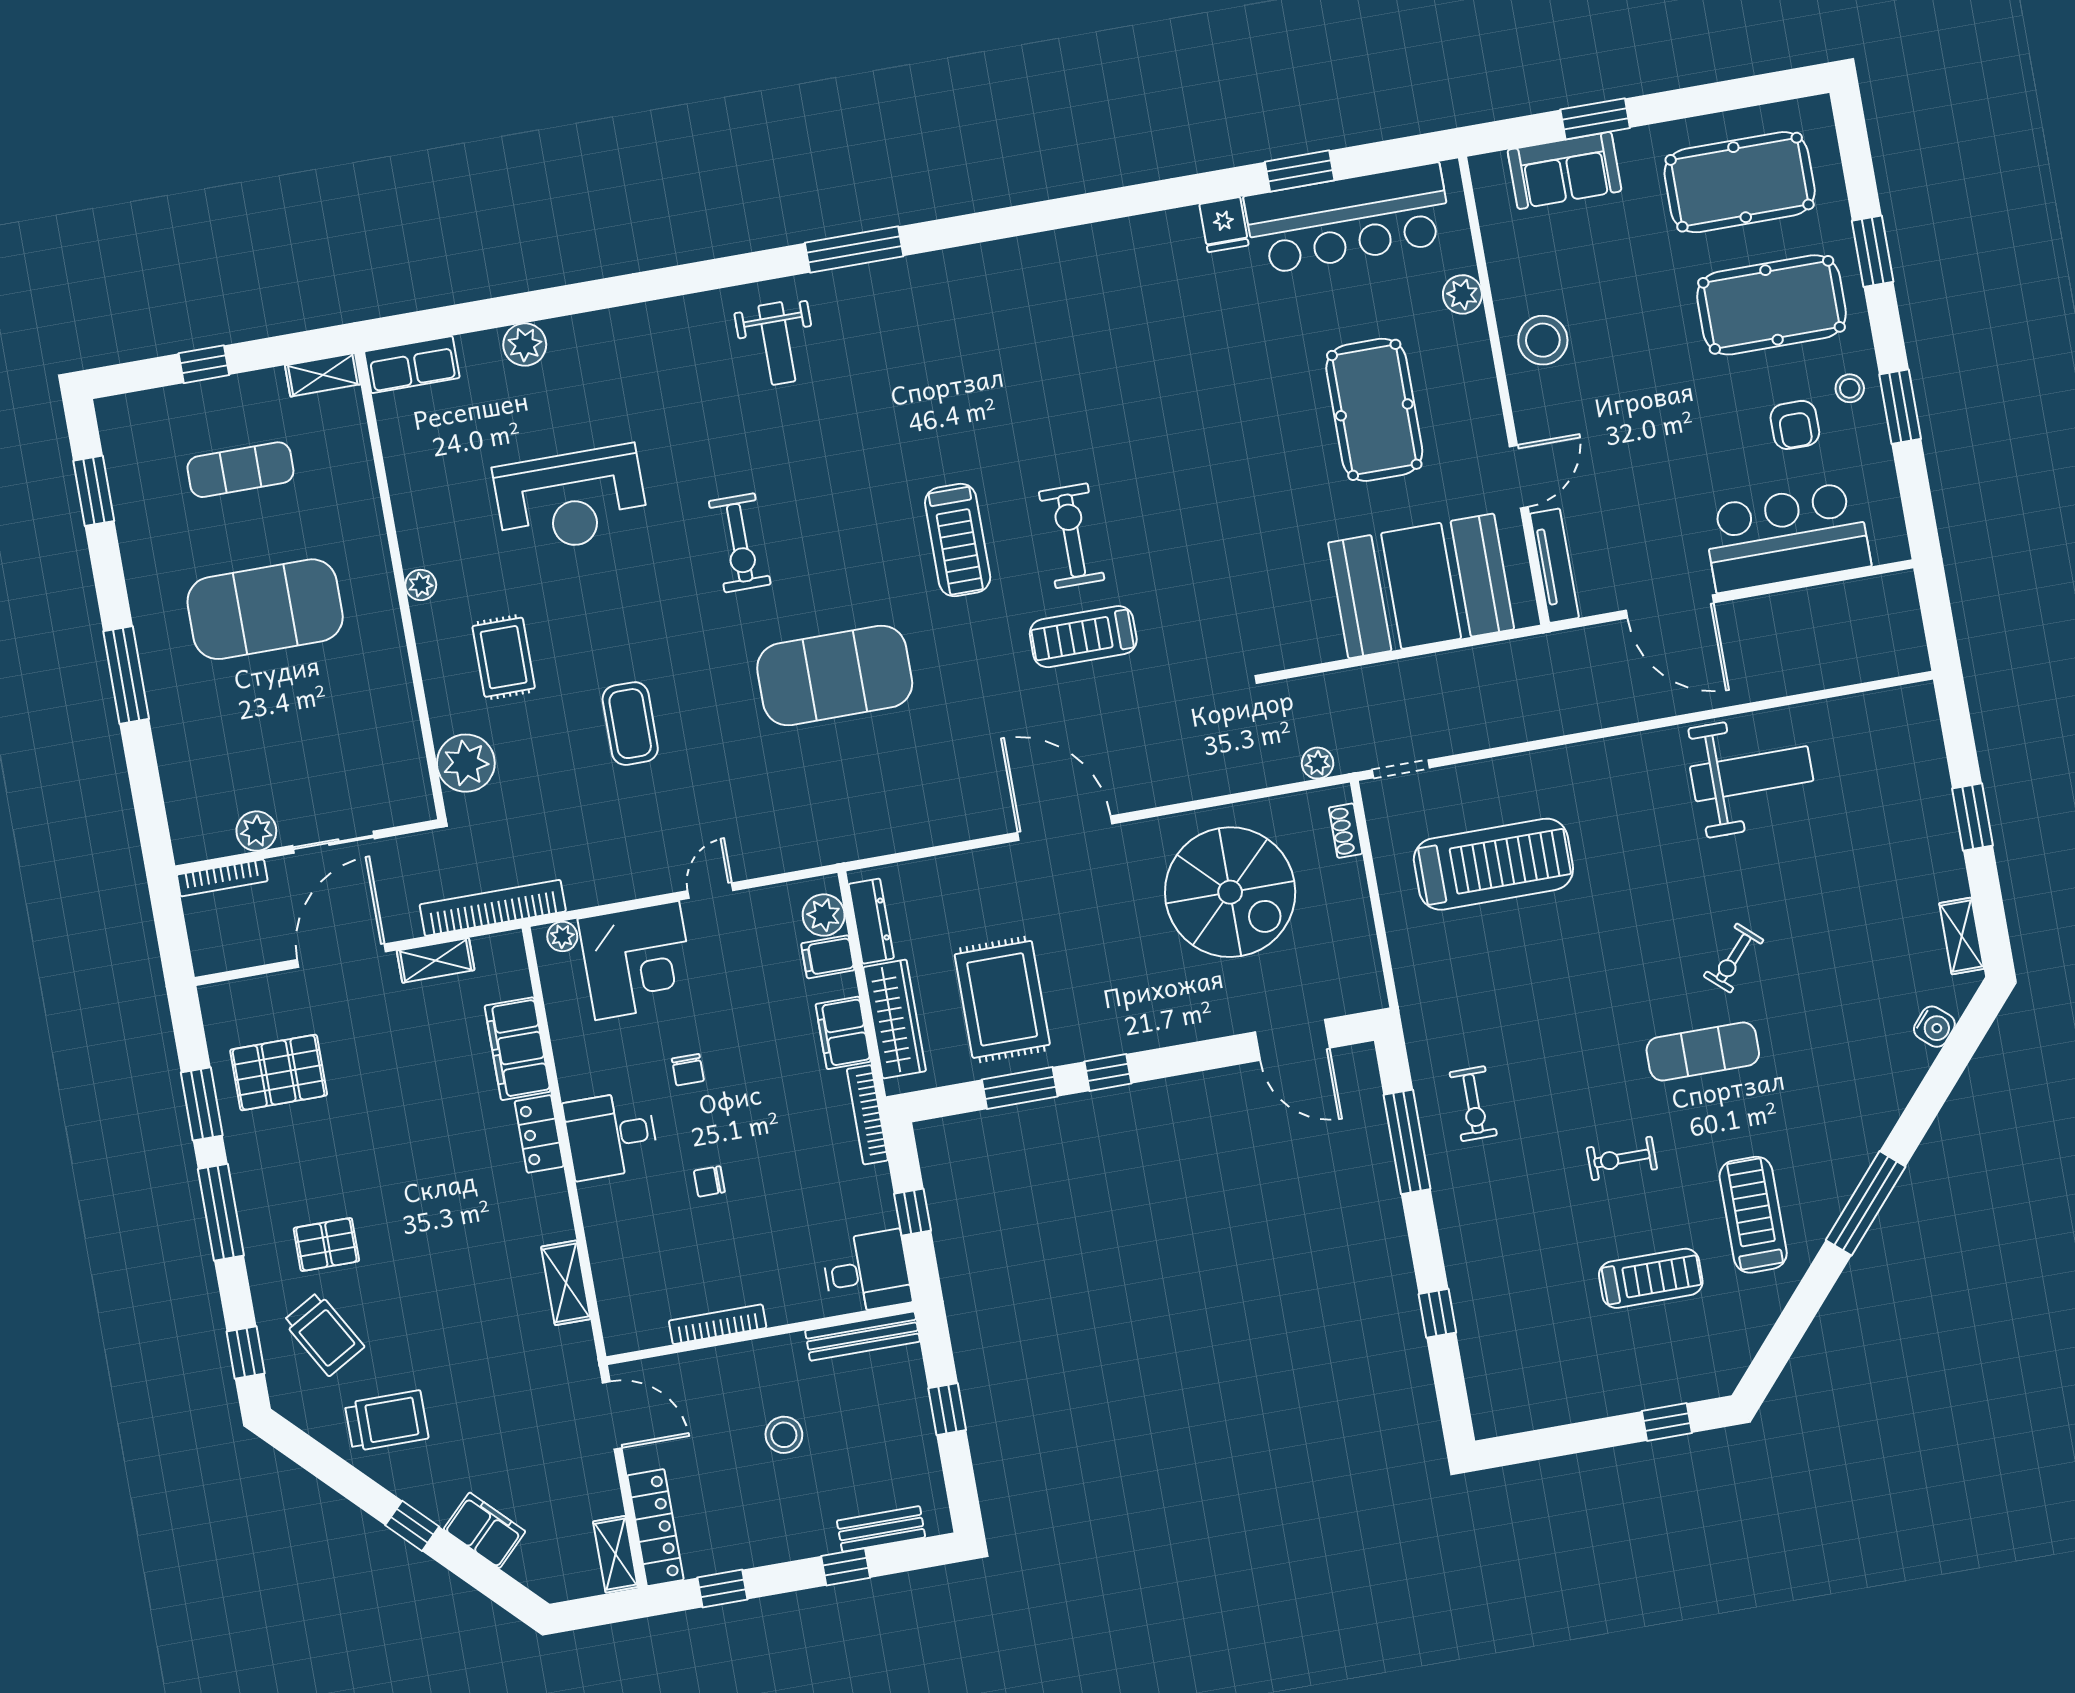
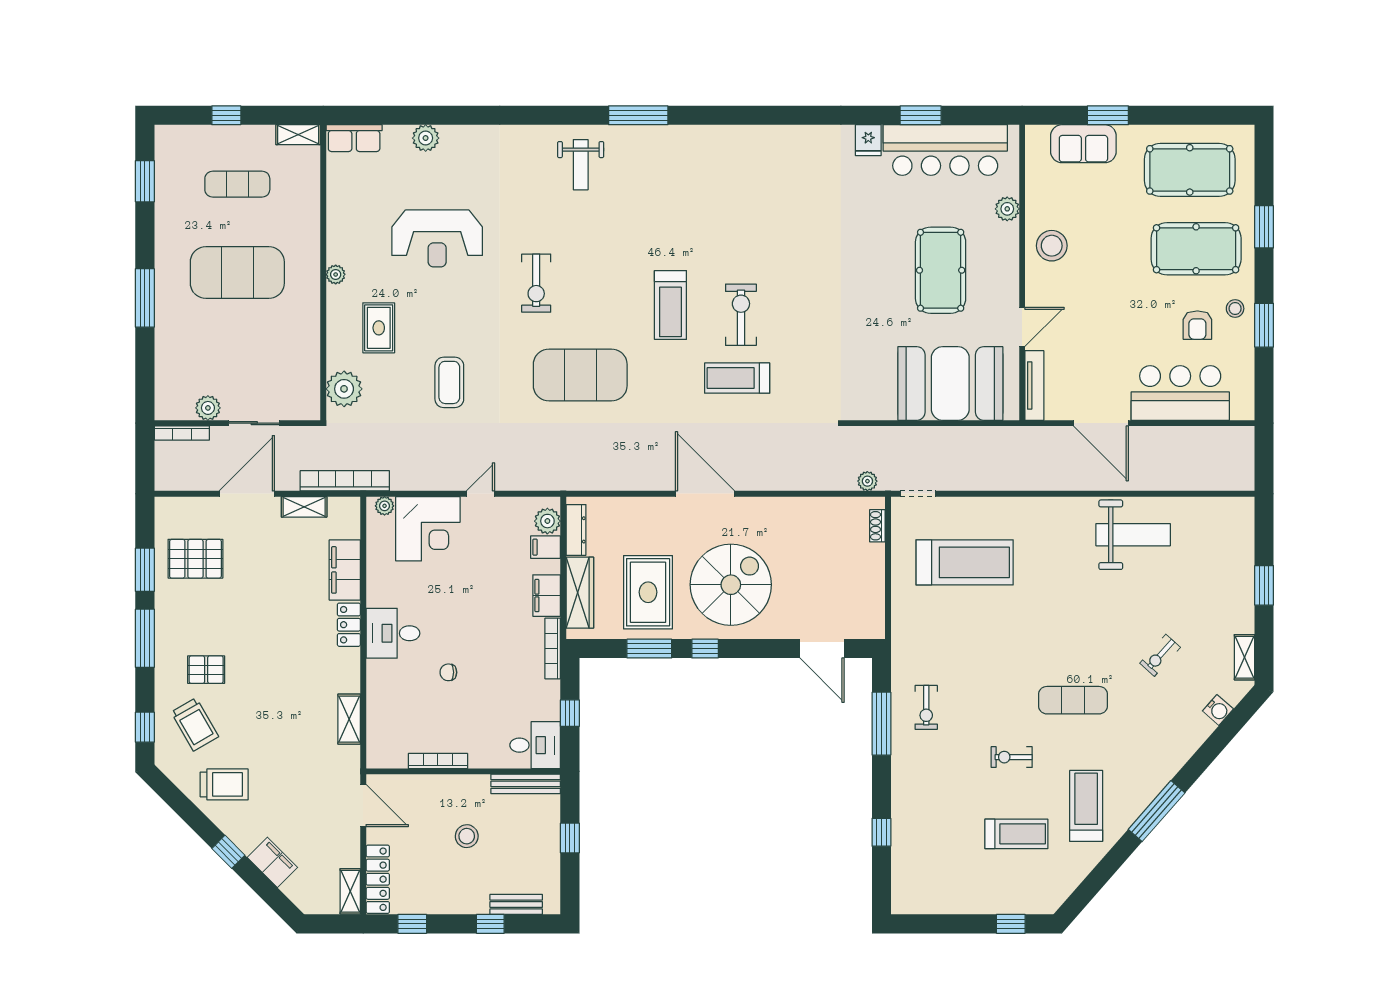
spiral stairs: (1230, 892) -> (731, 585), moved, turned -90
exercise bike: (1734, 958) -> (1160, 655), moved
chair: (688, 1070) -> (447, 601), removed

